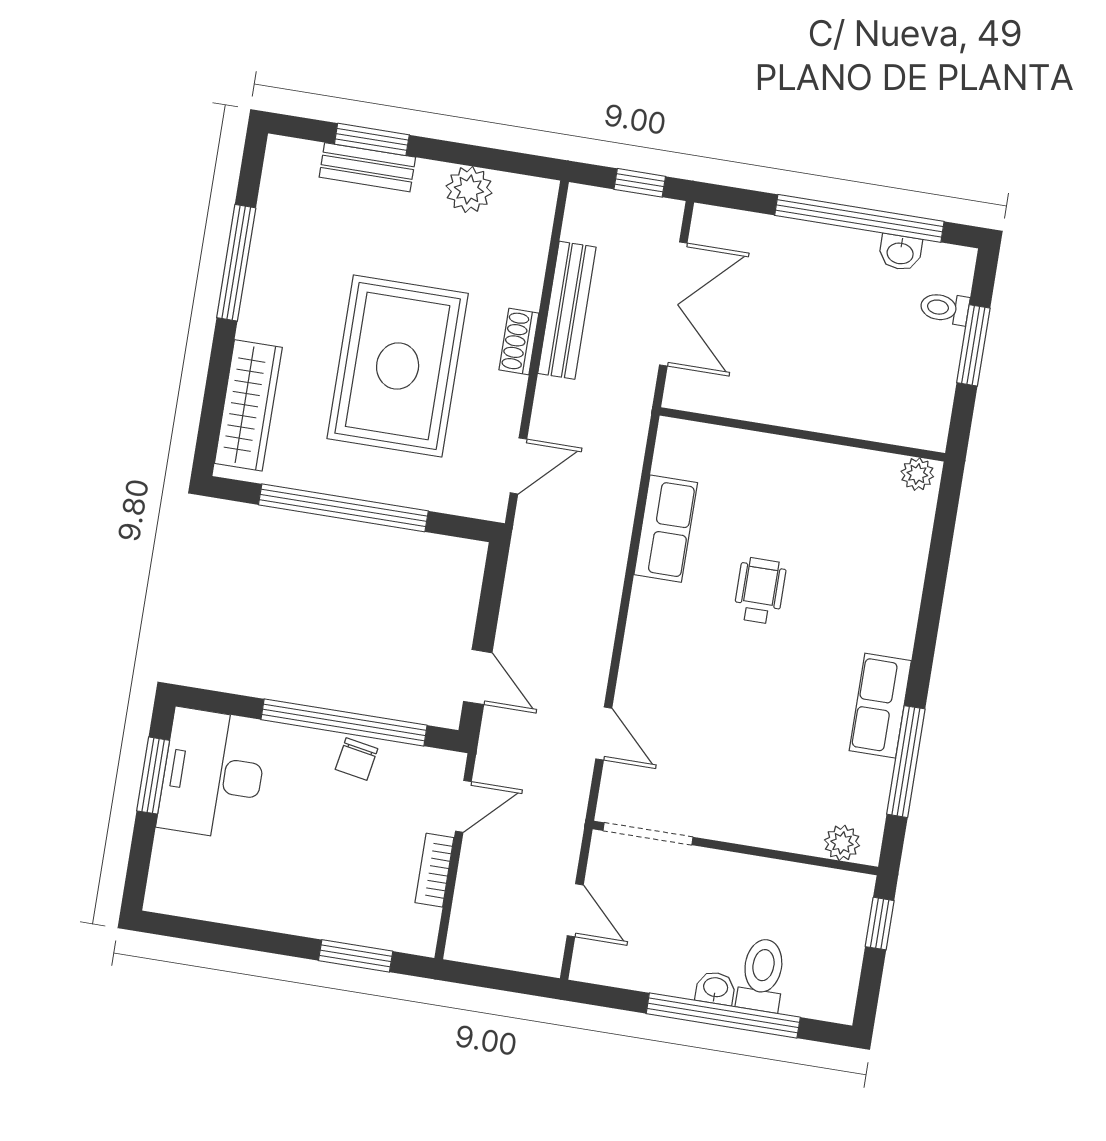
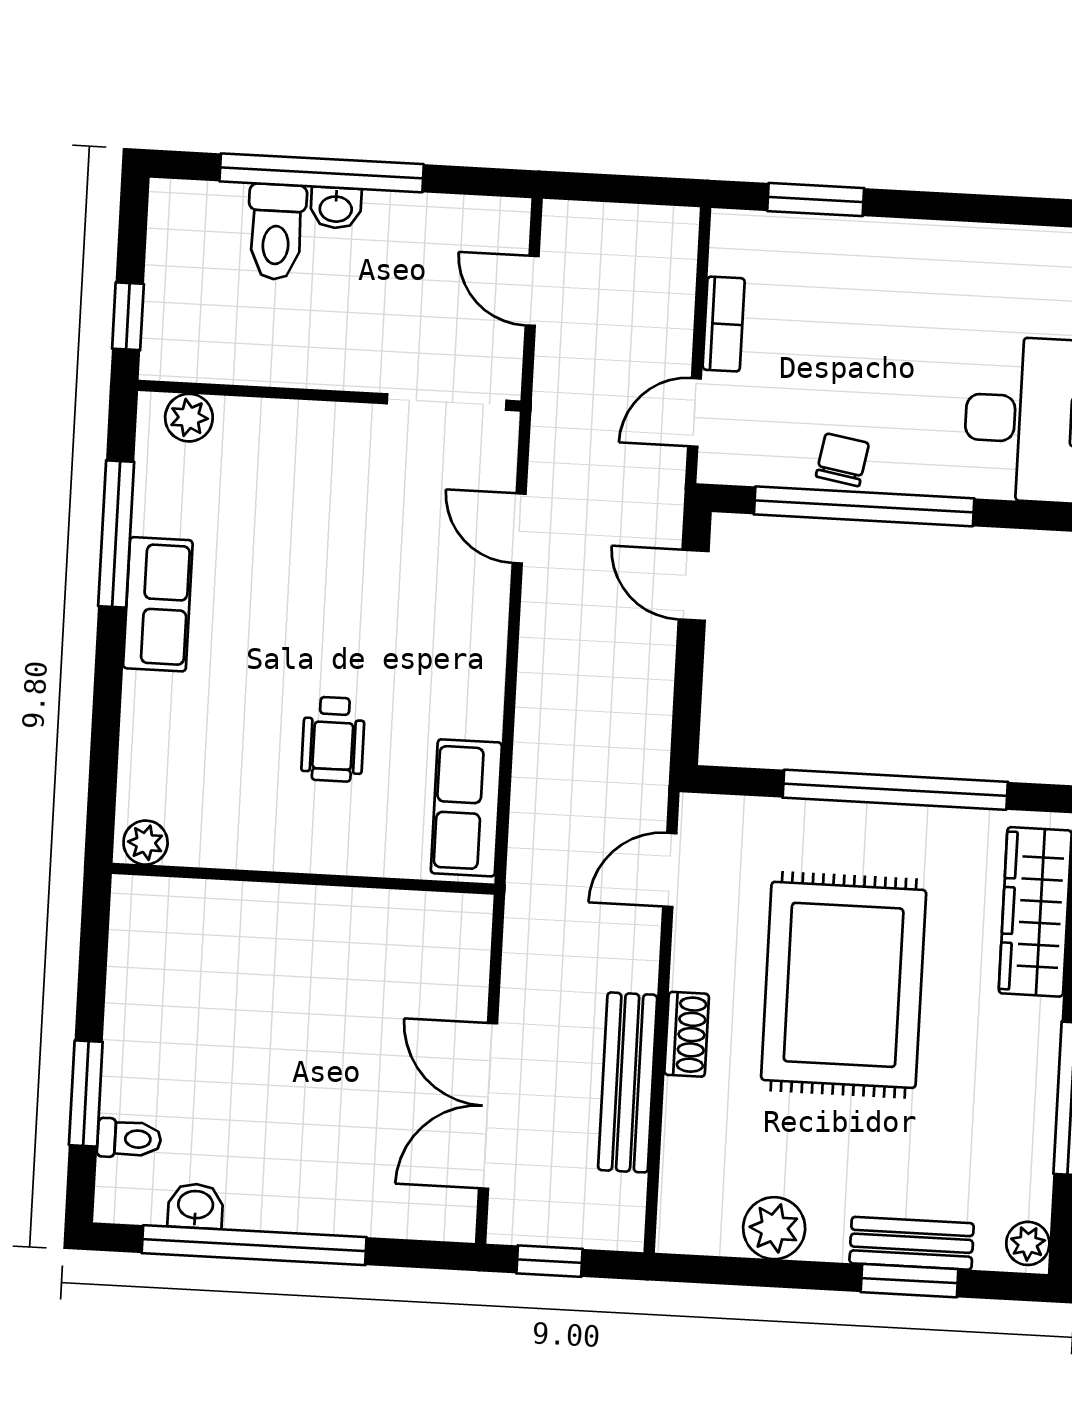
plant: (280, 158) -> (1028, 1243), added
wall: (802, 434) -> (303, 879), moved
plant: (917, 474) -> (146, 843), moved

